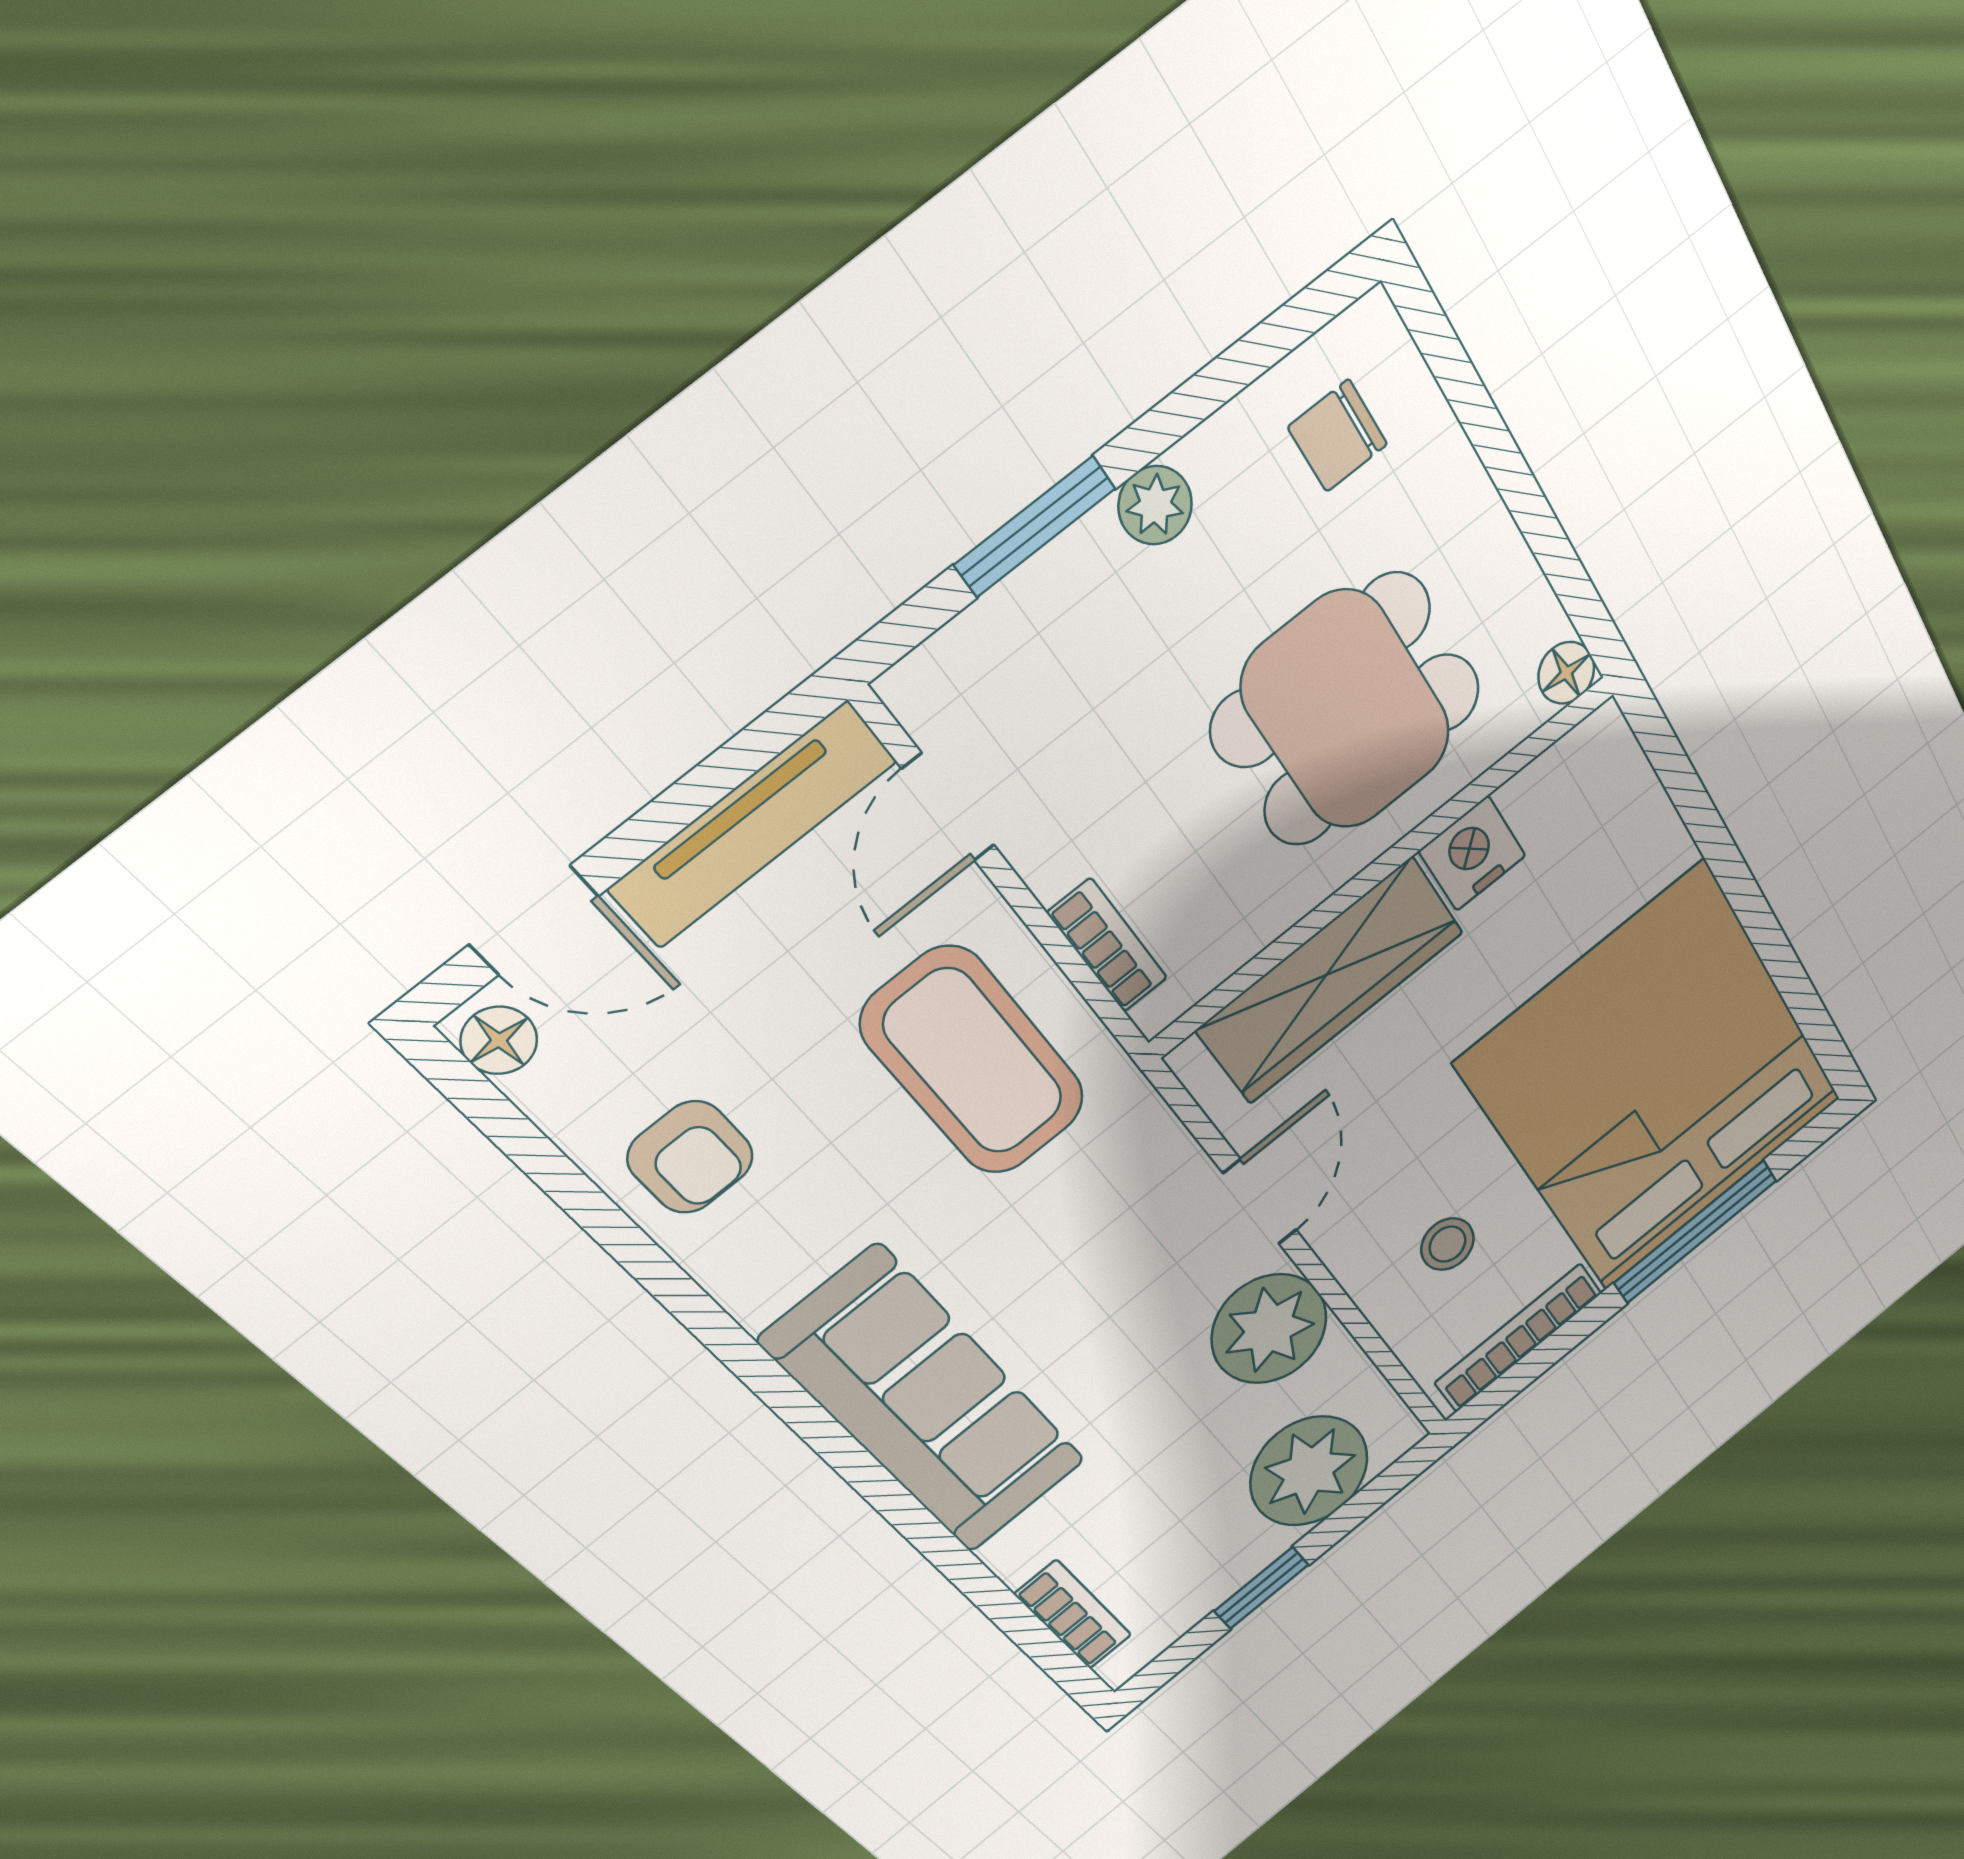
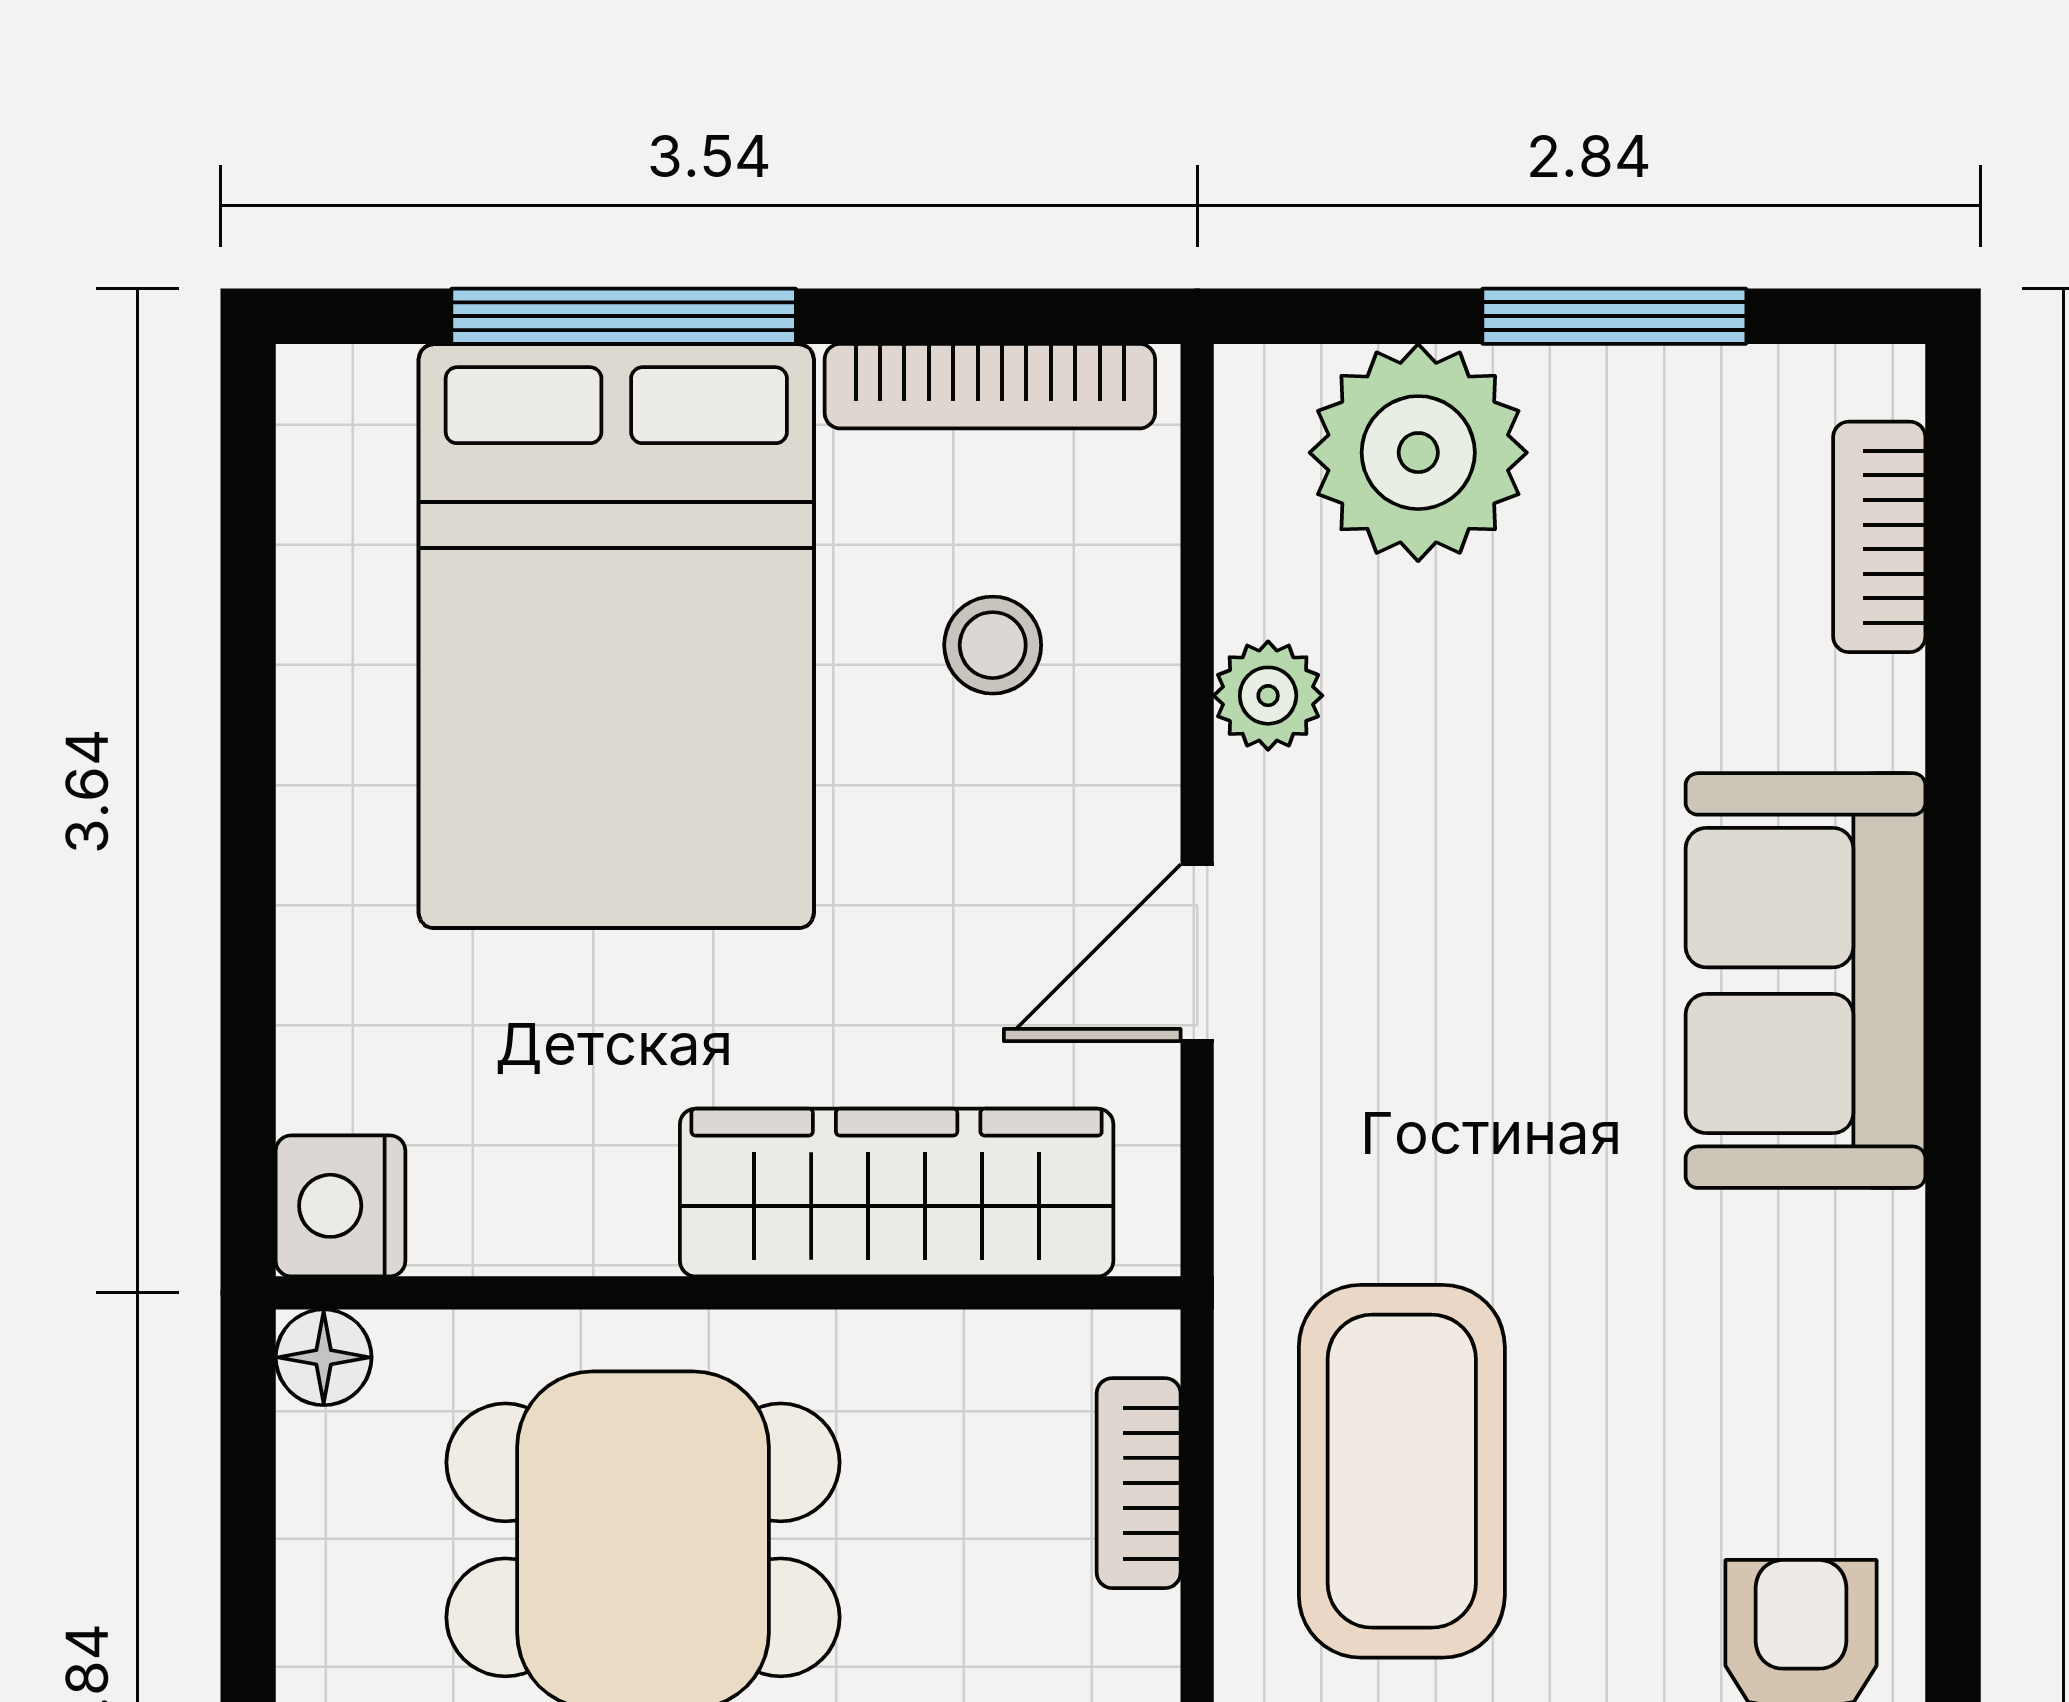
nightstand: (1472, 853) -> (341, 1206), moved, turned 90
bed: (1654, 1081) -> (616, 636), width x0.73
plant: (1269, 1329) -> (1268, 696), width x0.53, depth x0.53
sofa: (926, 1402) -> (1805, 981), width x0.73
window: (1261, 1588) -> (1614, 316), width x1.50

